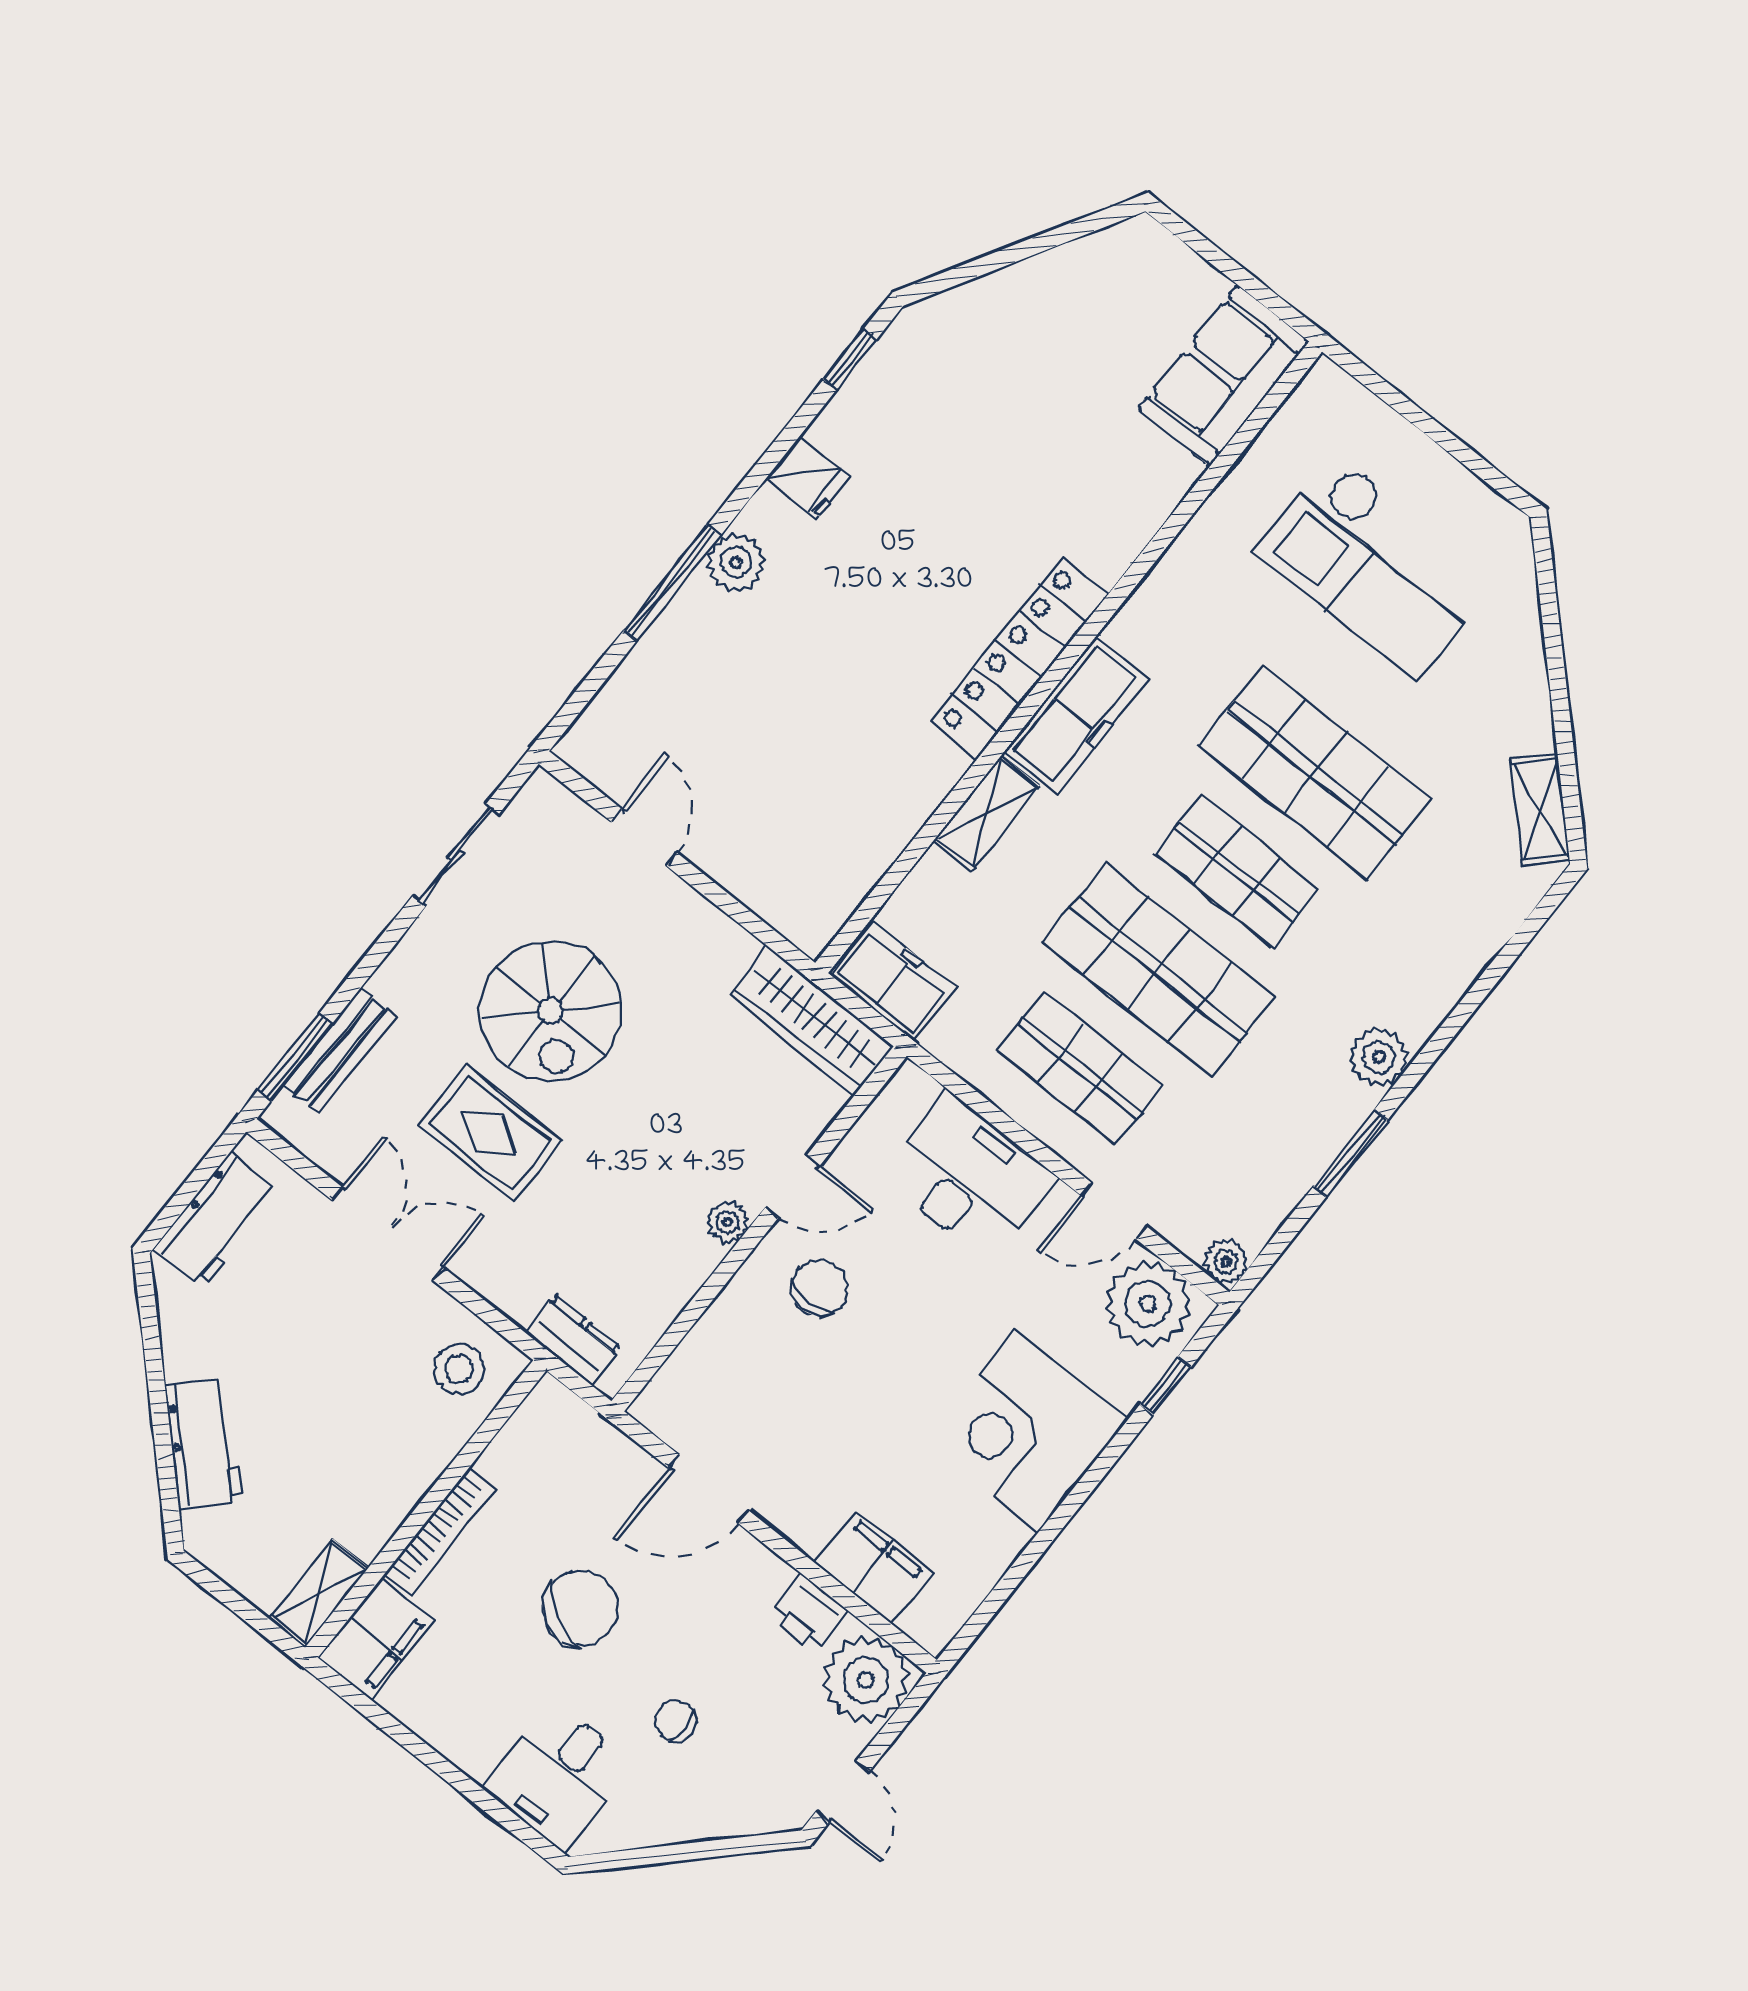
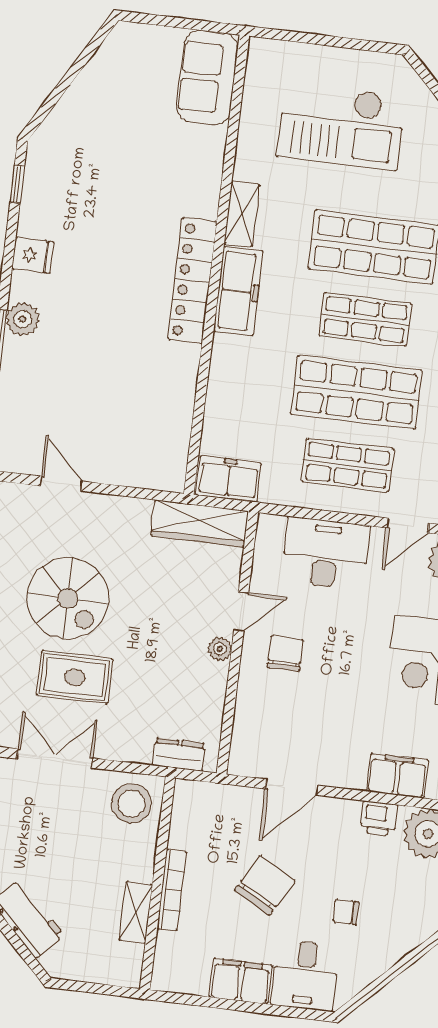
shelving: (986, 813) -> (242, 214), moved
stool: (459, 1369) -> (132, 803), width x1.38, depth x1.38
shelving: (319, 1593) -> (136, 912), moved
filing cabinet: (376, 1639) -> (241, 981), moved, turned -90

